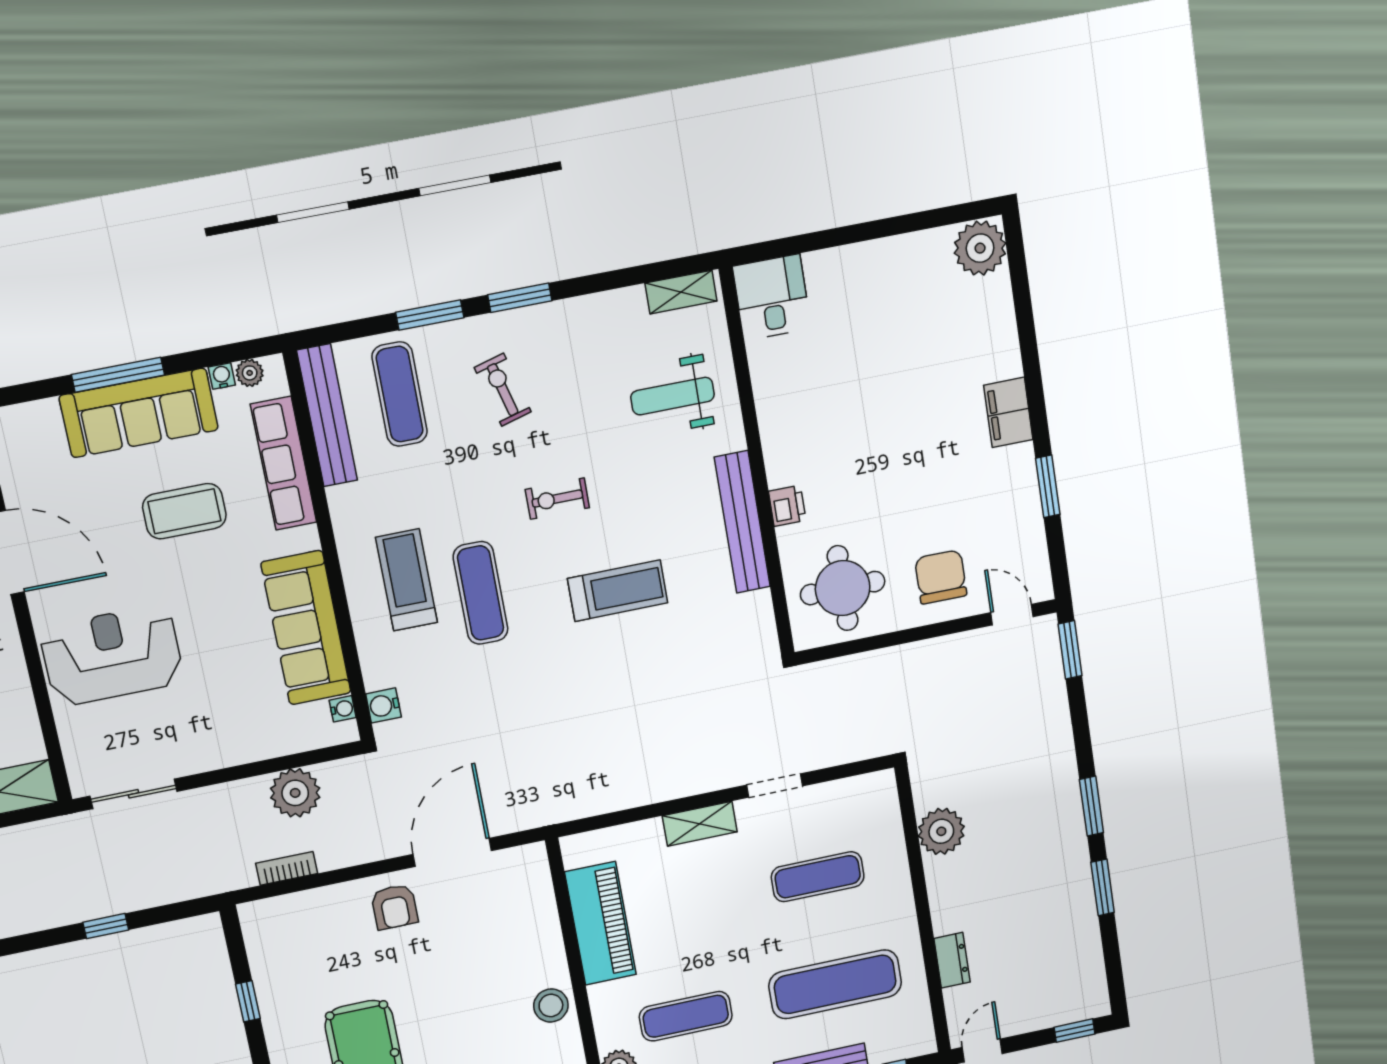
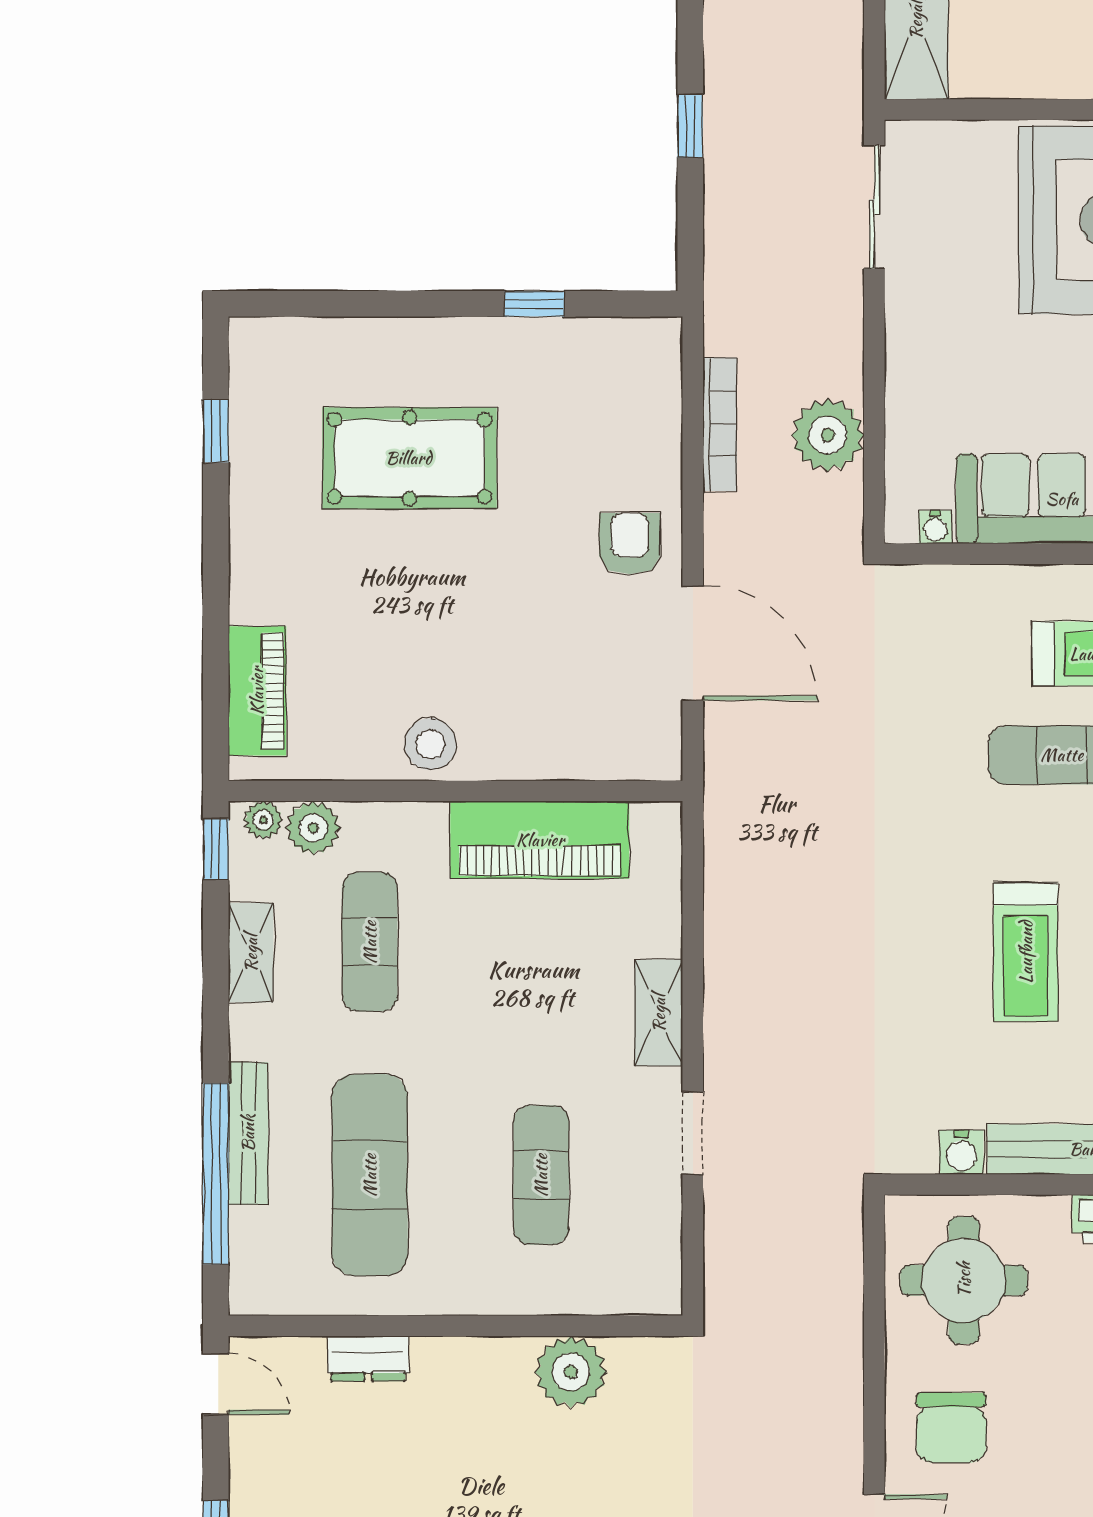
chair: (941, 577) -> (951, 1428), turned 90
water cooler: (383, 705) -> (961, 1152), moved, turned 180
bookcase: (287, 868) -> (720, 424), width x1.56
armchair: (394, 907) -> (630, 544), turned 90

